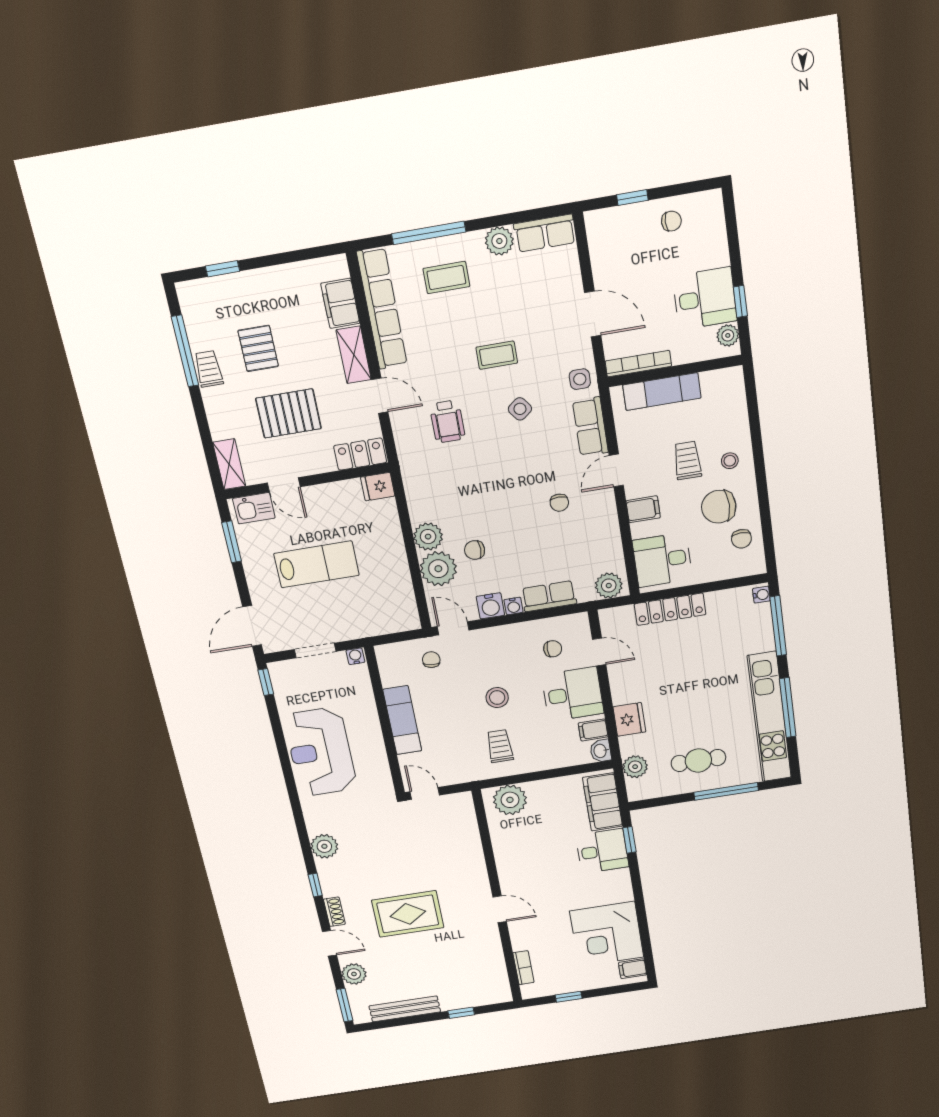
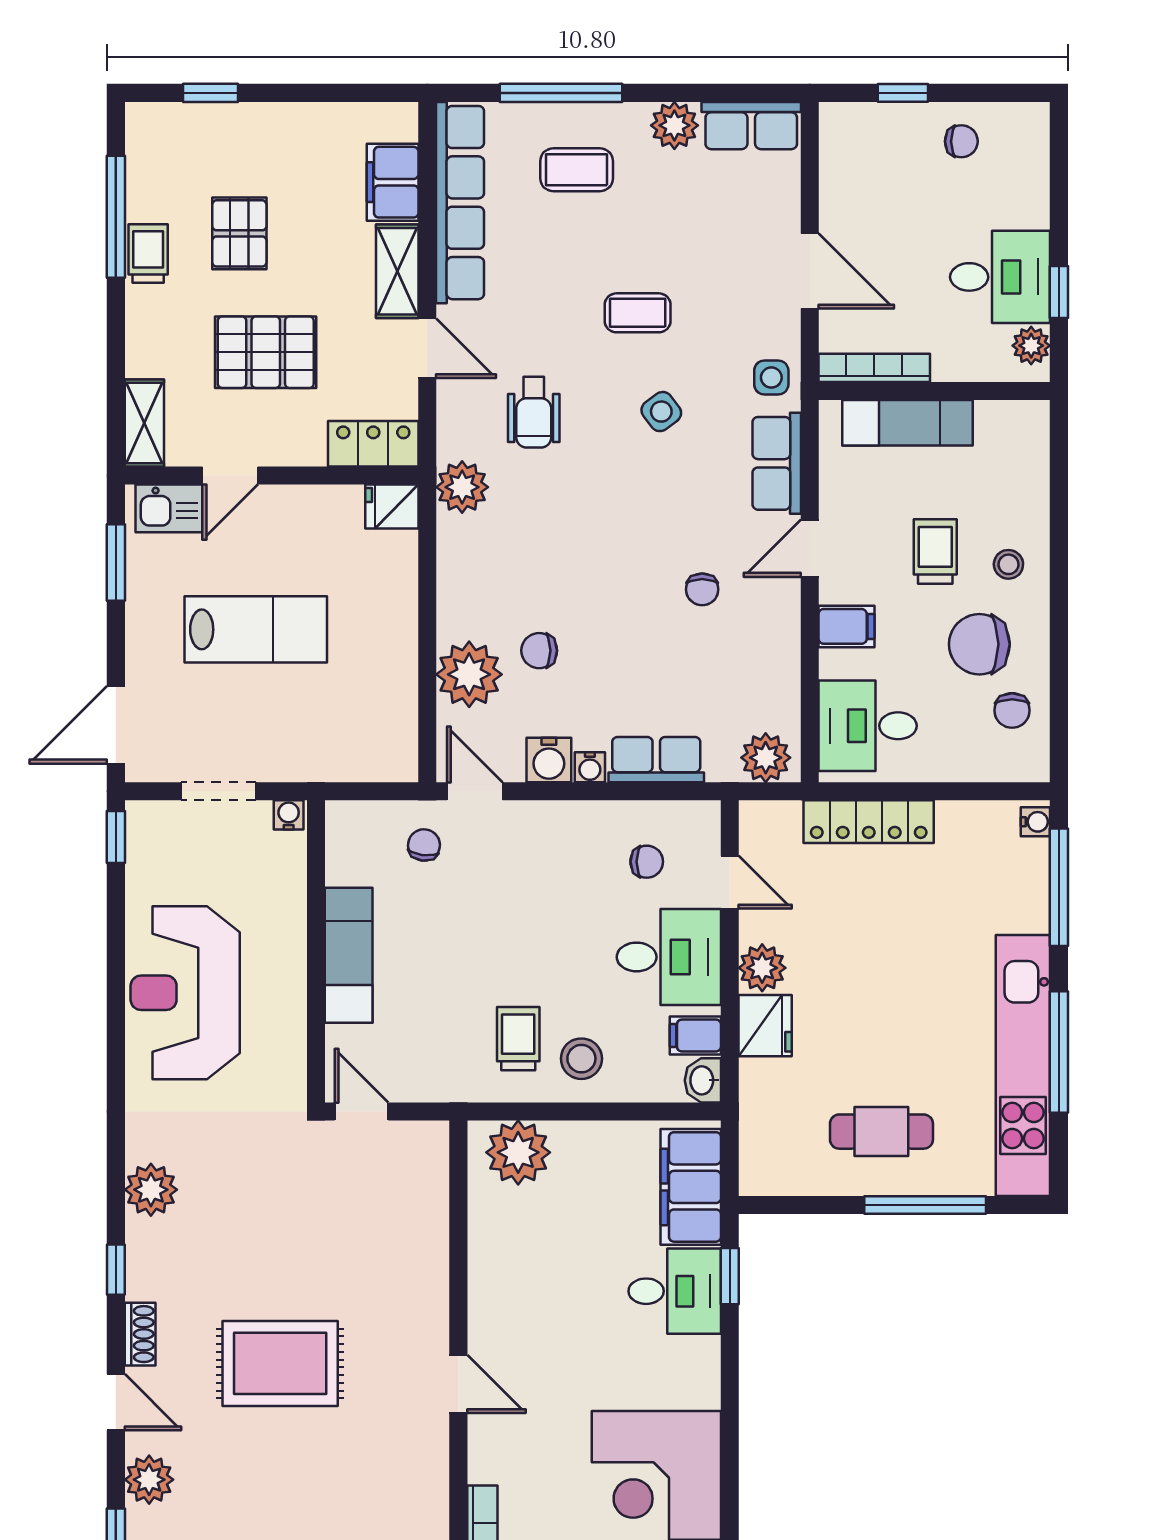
door: (284, 485) -> (230, 475), hinge flipped
plant: (428, 537) -> (462, 487), moved
stool: (497, 698) -> (581, 1059), moved
plant: (635, 767) -> (762, 968), moved

